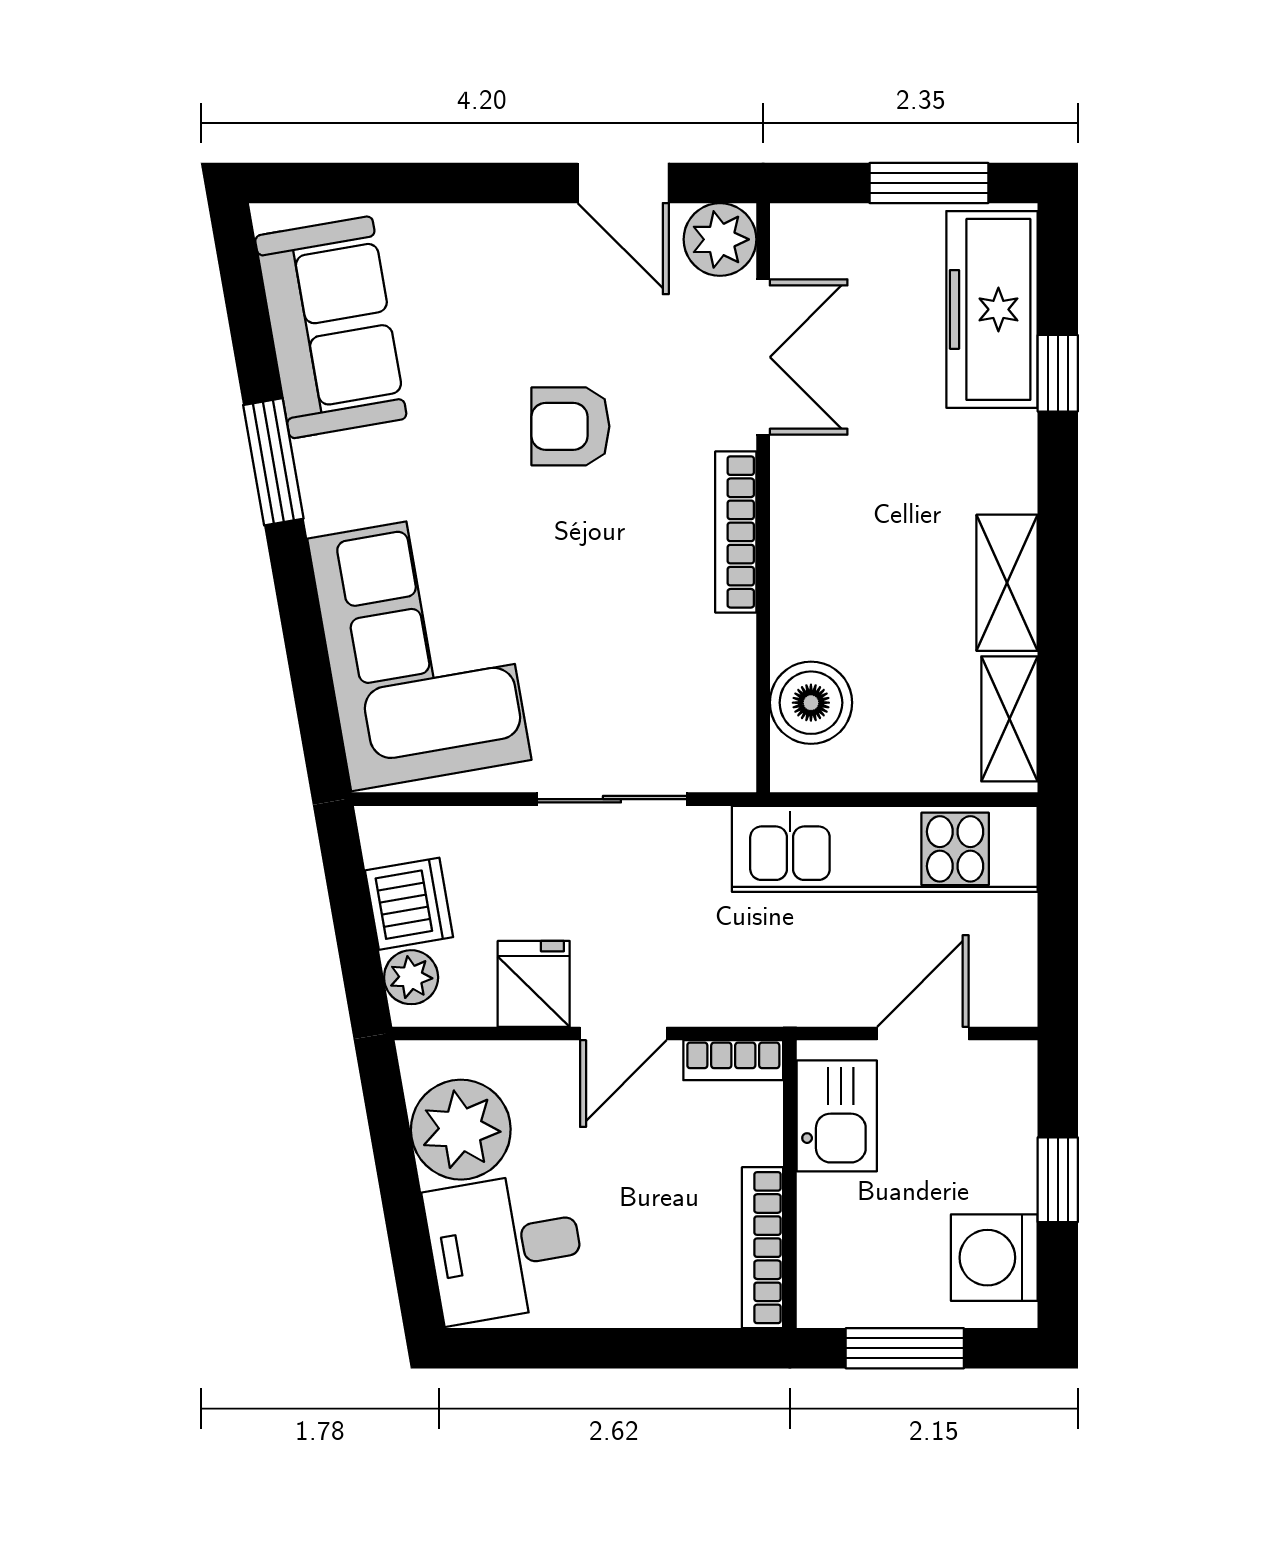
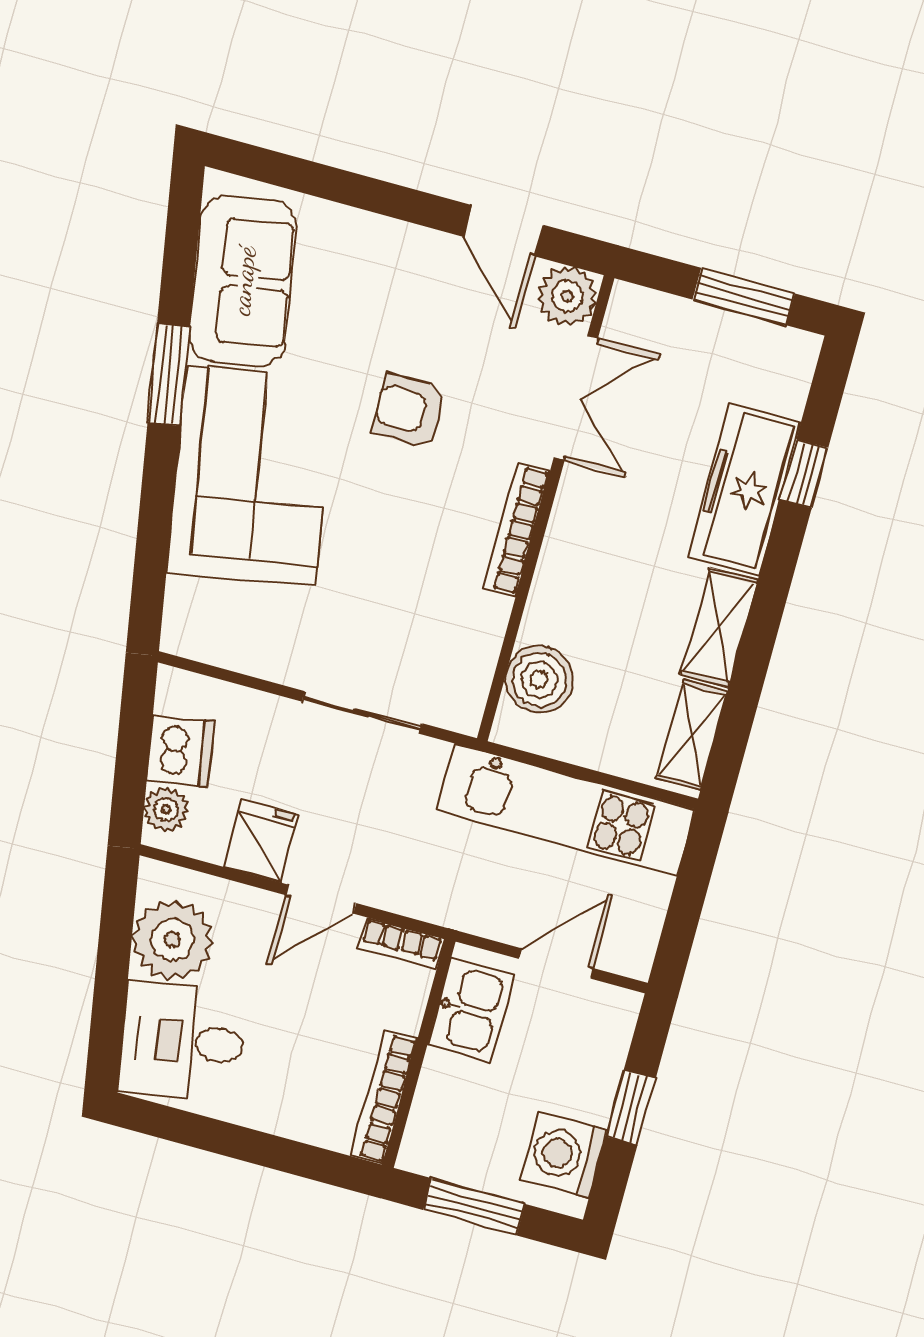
freezer: (992, 309) -> (744, 489), moved
corner sofa: (419, 649) -> (250, 476), moved

